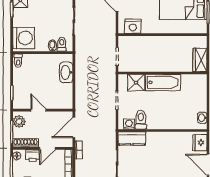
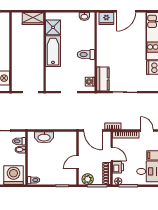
shower: (136, 83) -> (53, 27), moved
toilet: (141, 120) -> (86, 55), moved

